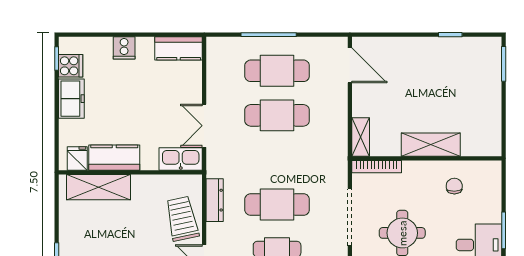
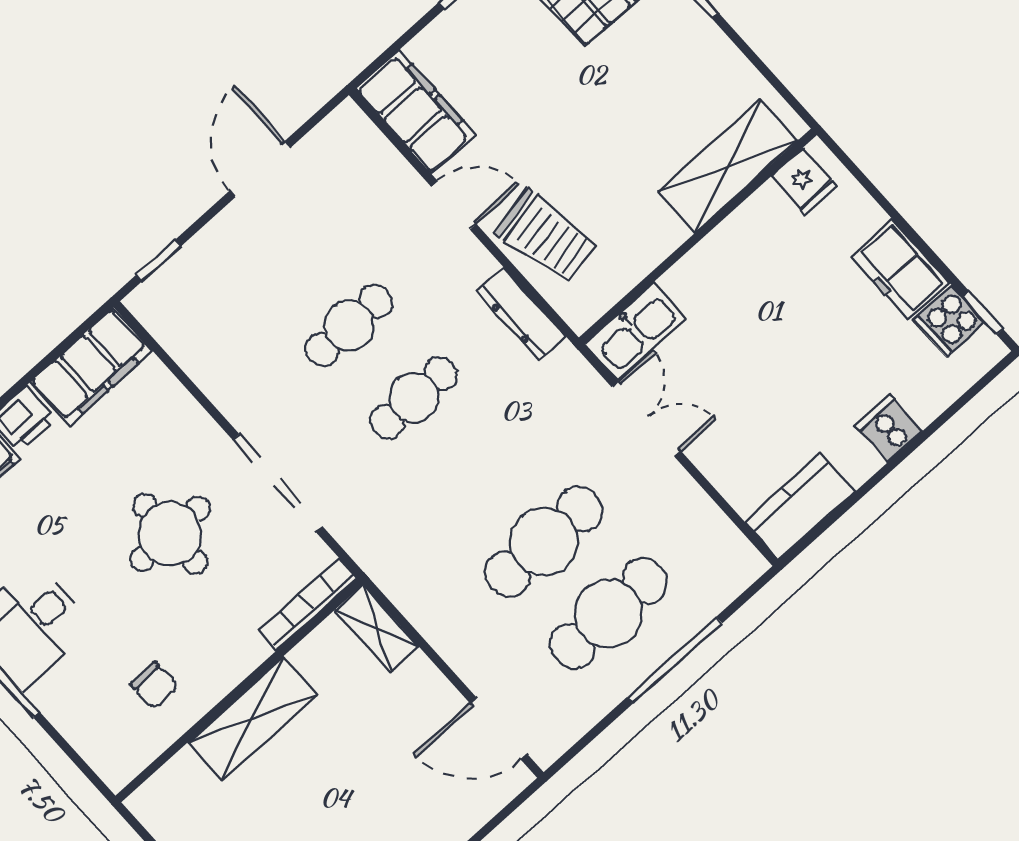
kitchen counter: (114, 158) -> (745, 237), removed
cafe table: (277, 205) -> (414, 398), width x0.73, depth x0.74

